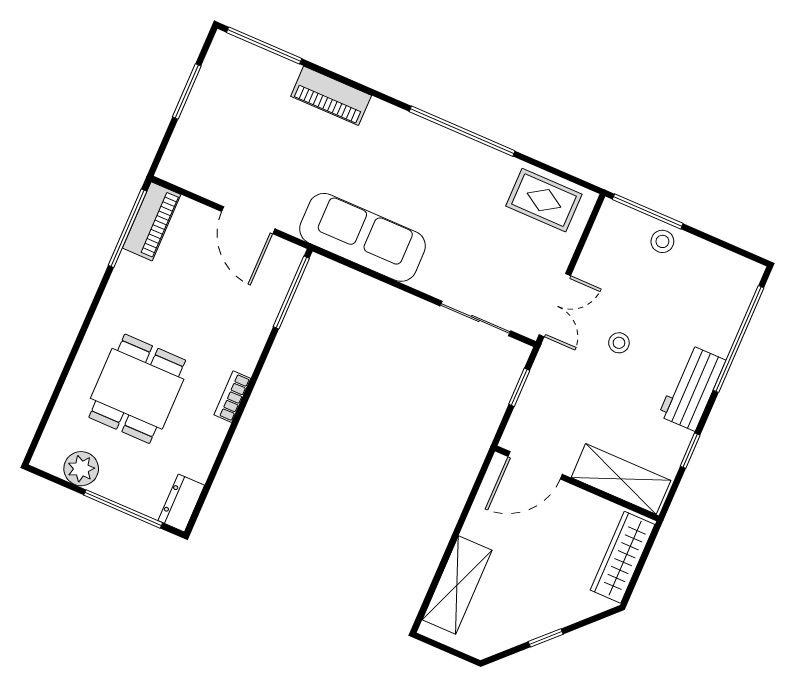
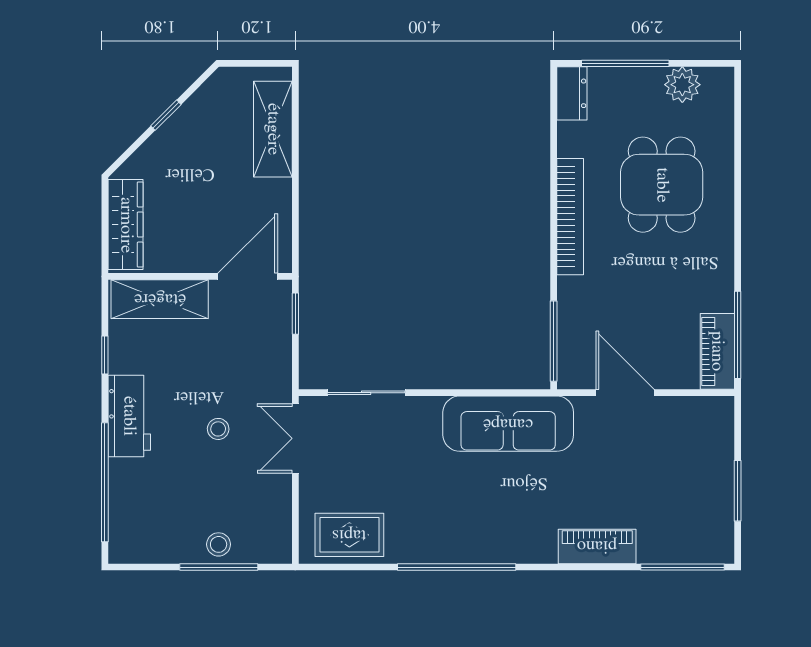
window: (648, 211) -> (219, 567), moved
window: (519, 387) -> (295, 314), moved
bookcase: (232, 397) -> (570, 217), width x2.31, depth x1.31

